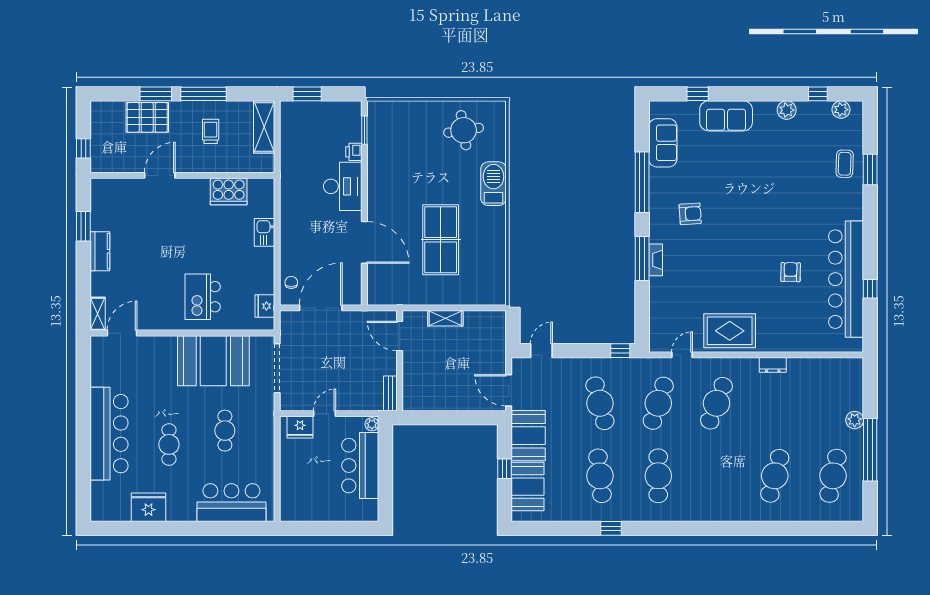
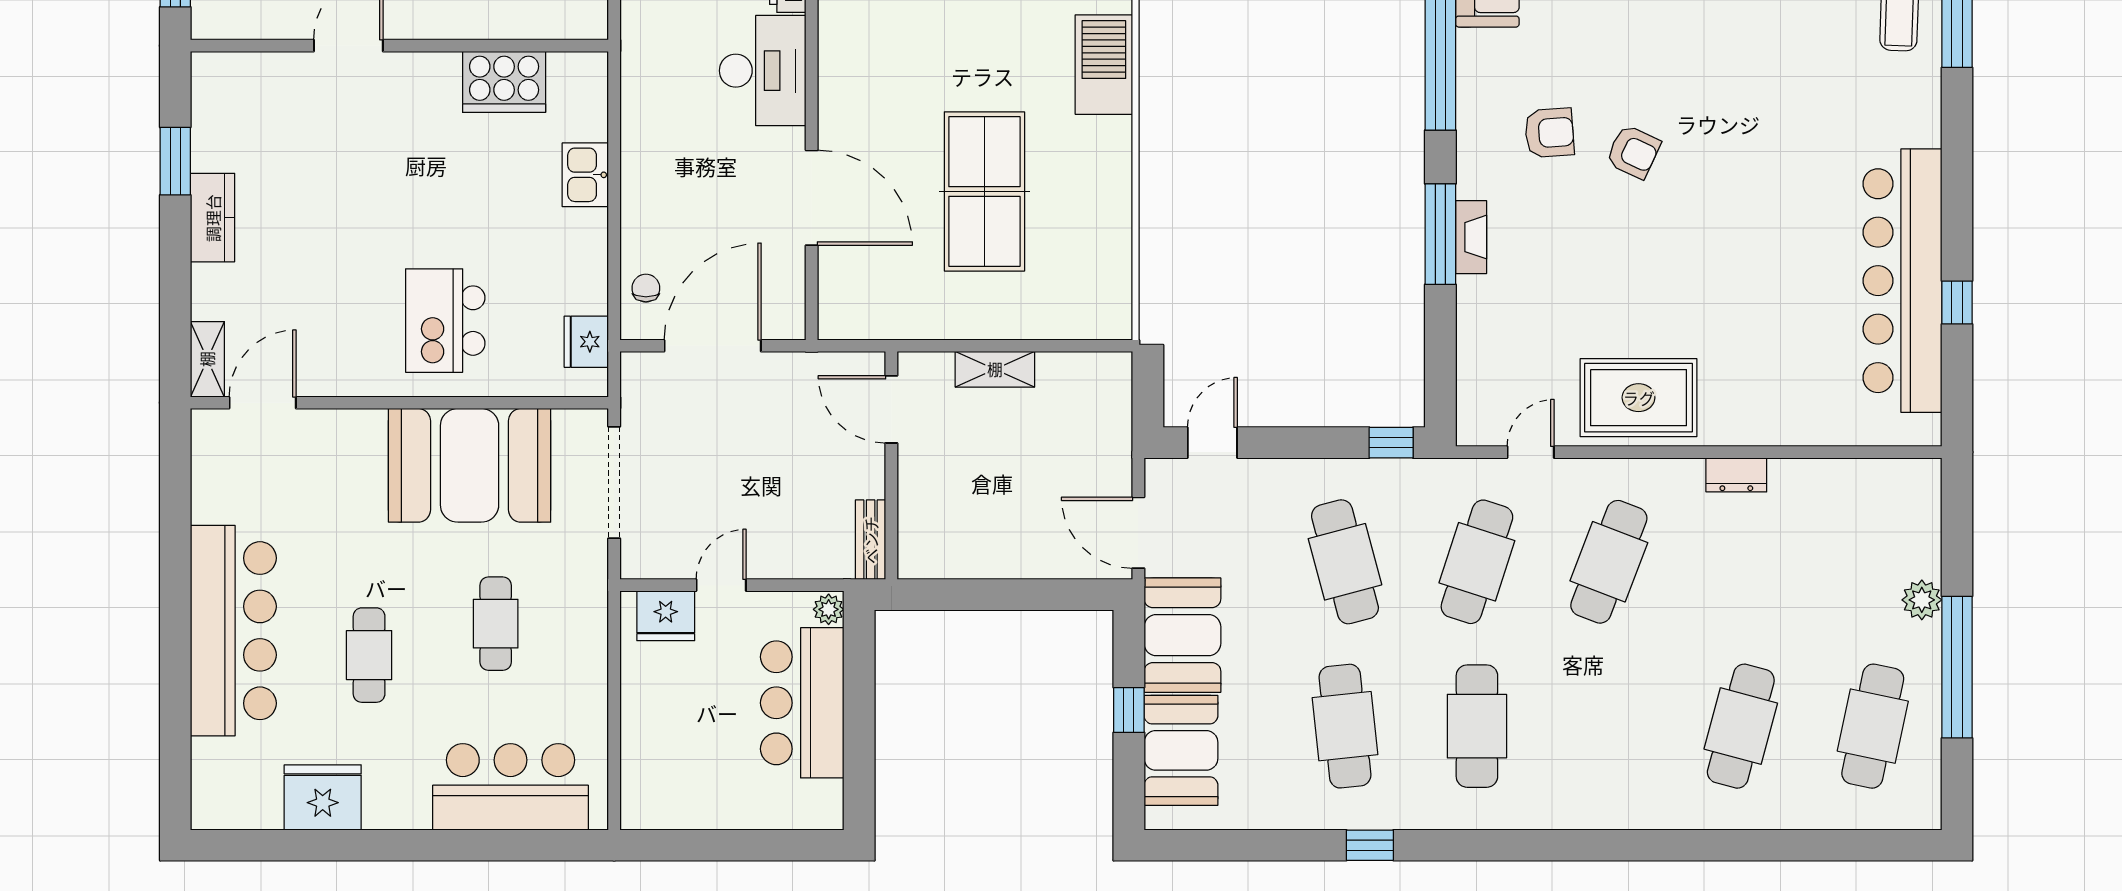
armchair: (791, 272) -> (1633, 152), moved, turned 114

